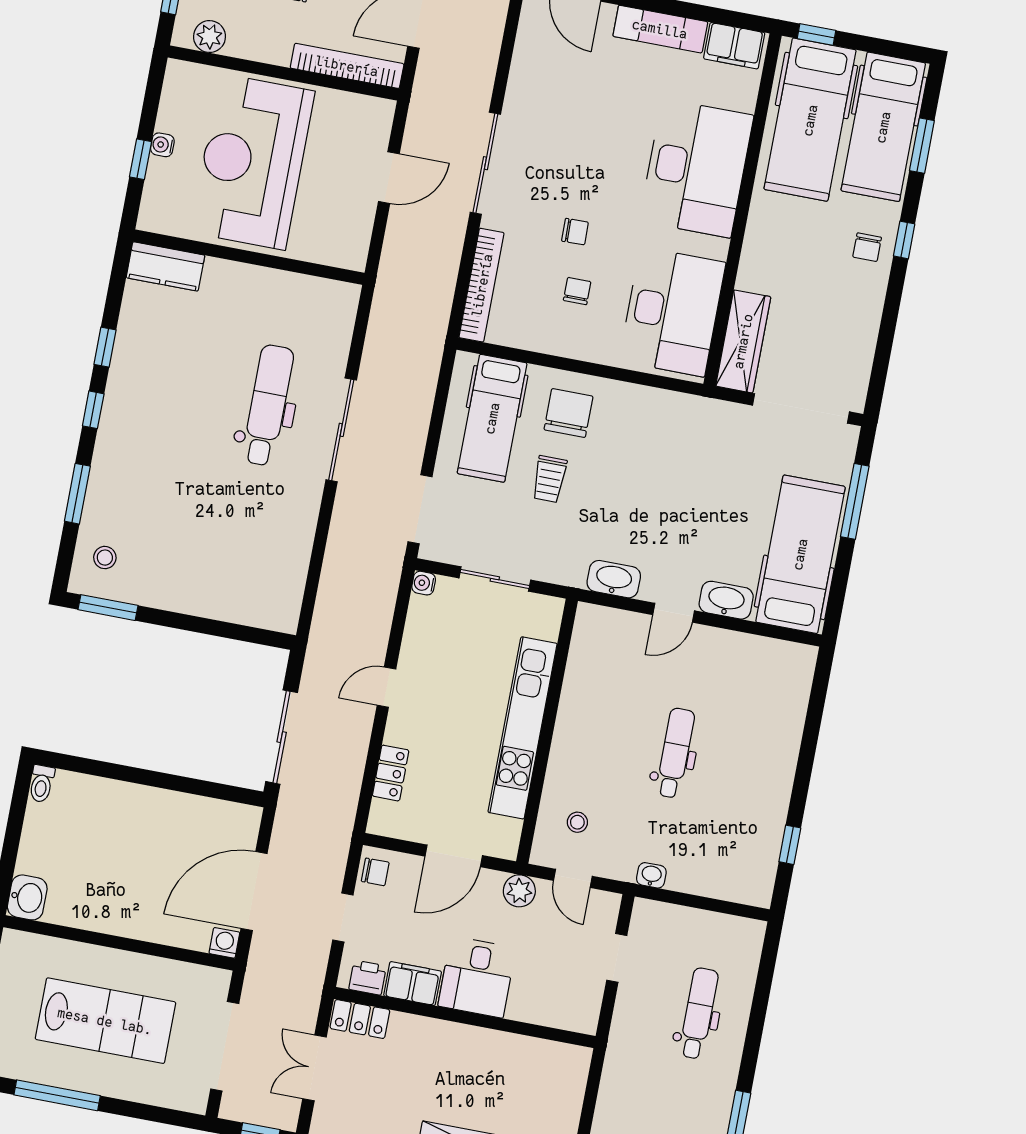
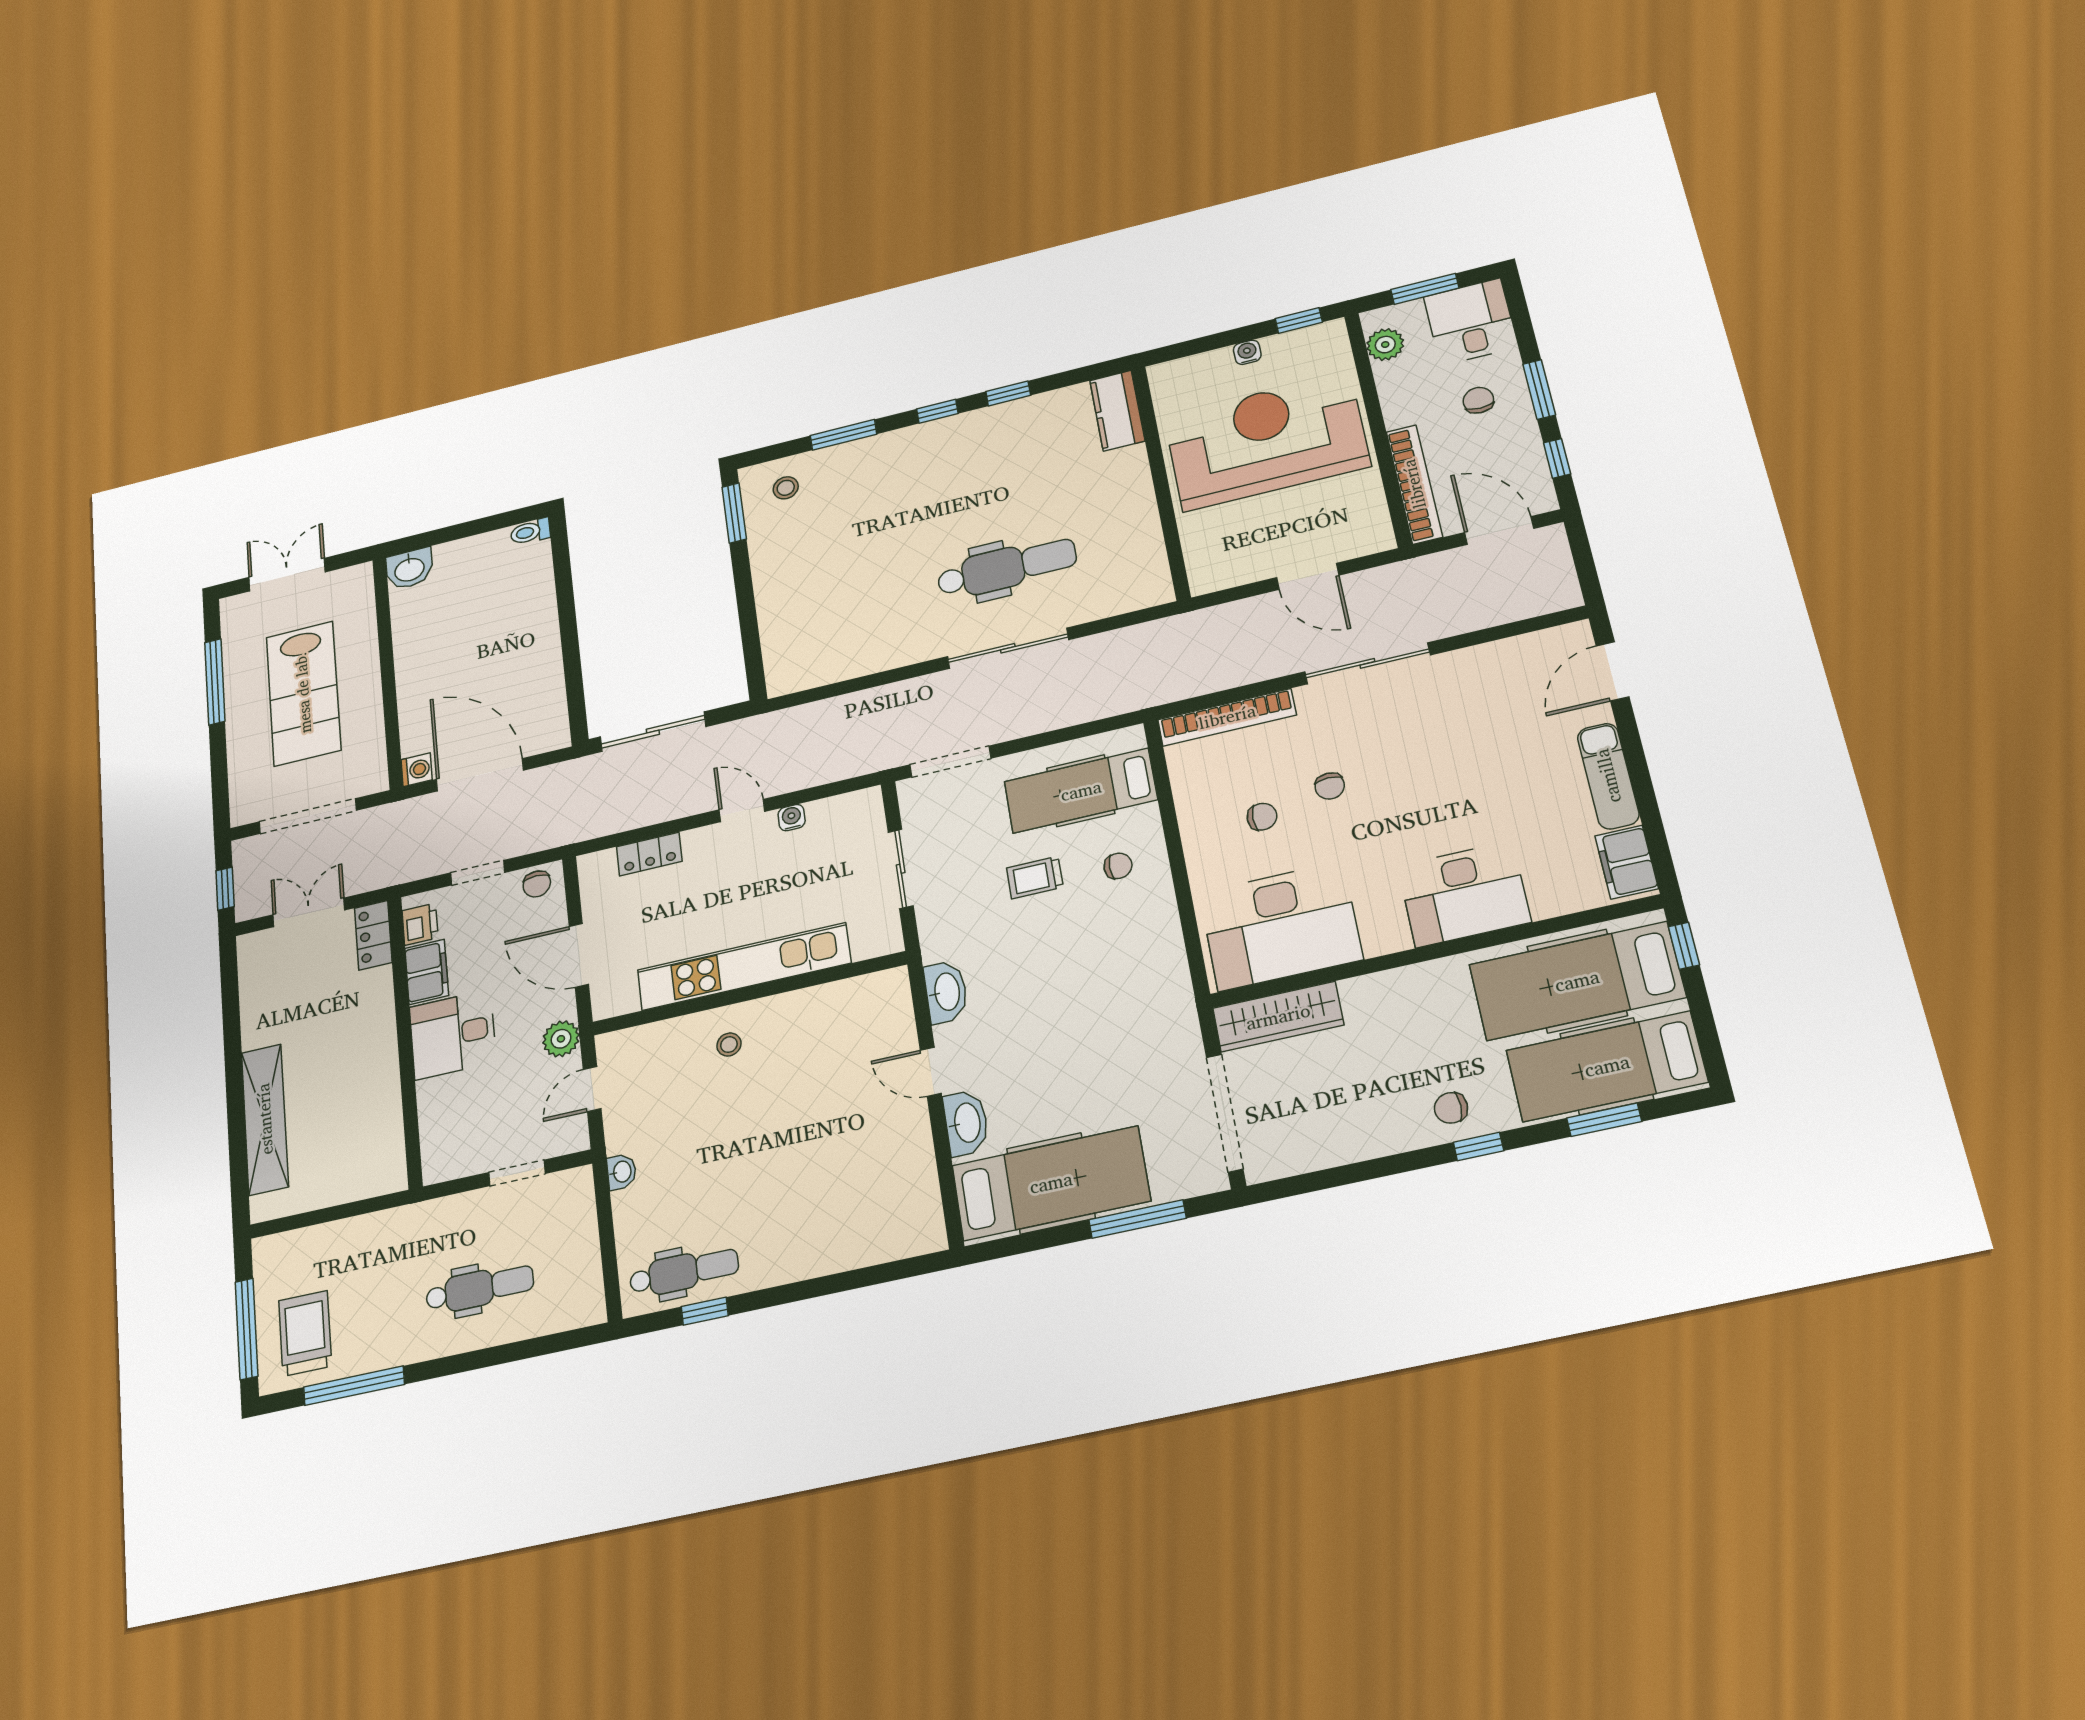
window: (141, 159) -> (1299, 320), moved
desk: (696, 168) -> (1464, 894), width x0.73, depth x0.77
chair: (568, 413) -> (1118, 866), width x0.54, depth x0.54
water cooler: (424, 583) -> (792, 818), moved
dental chair: (675, 753) -> (684, 1272), moved
stool: (577, 822) -> (729, 1045), moved

